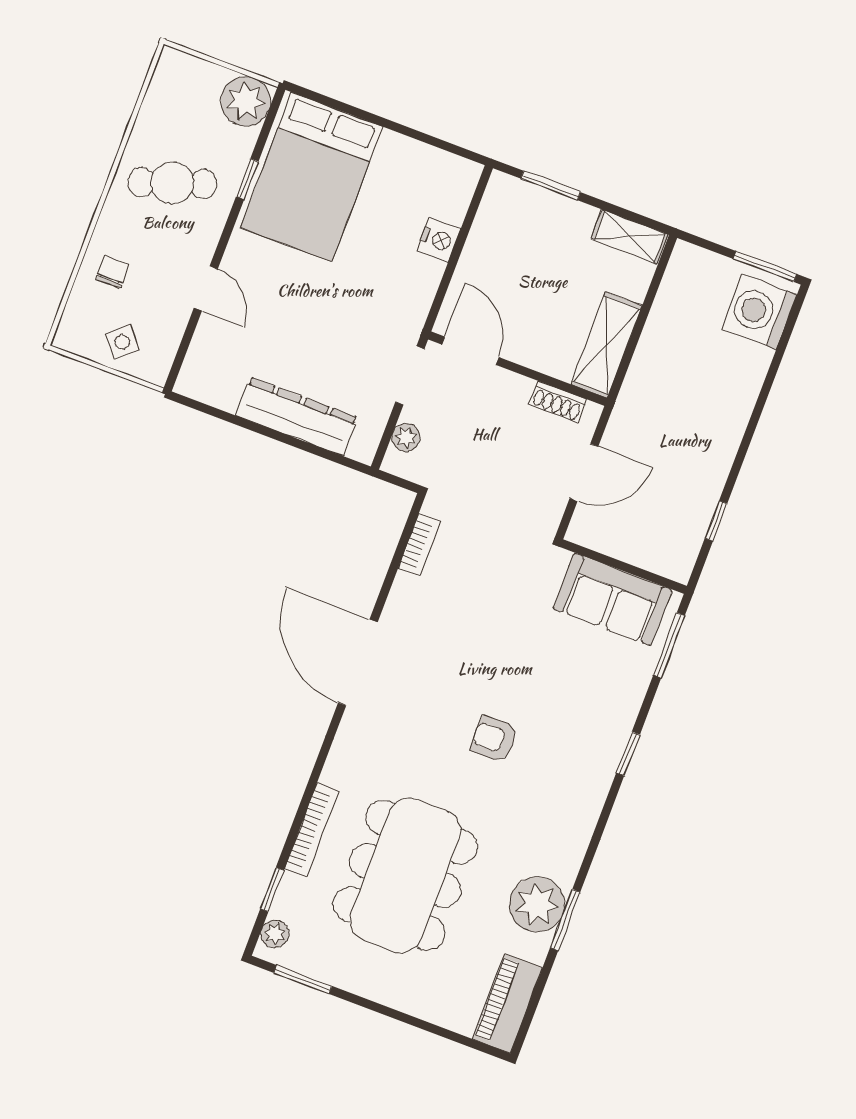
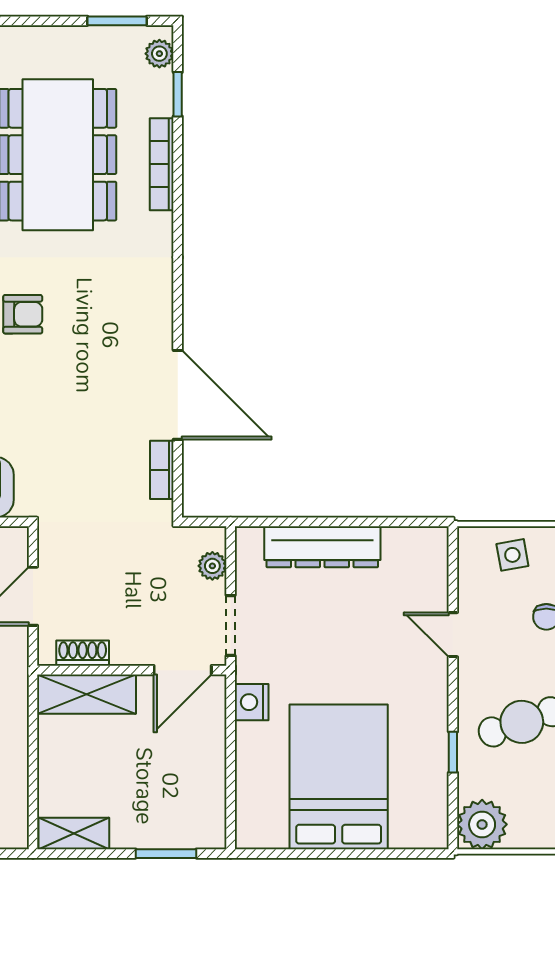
bed: (312, 177) -> (339, 777), moved
nightstand: (439, 240) -> (252, 702), moved
side table: (122, 342) -> (512, 555), turned 30
shelving: (606, 345) -> (87, 694), moved, turned 90
door: (470, 351) -> (183, 670), hinge flipped
door: (358, 662) -> (178, 395), moved

